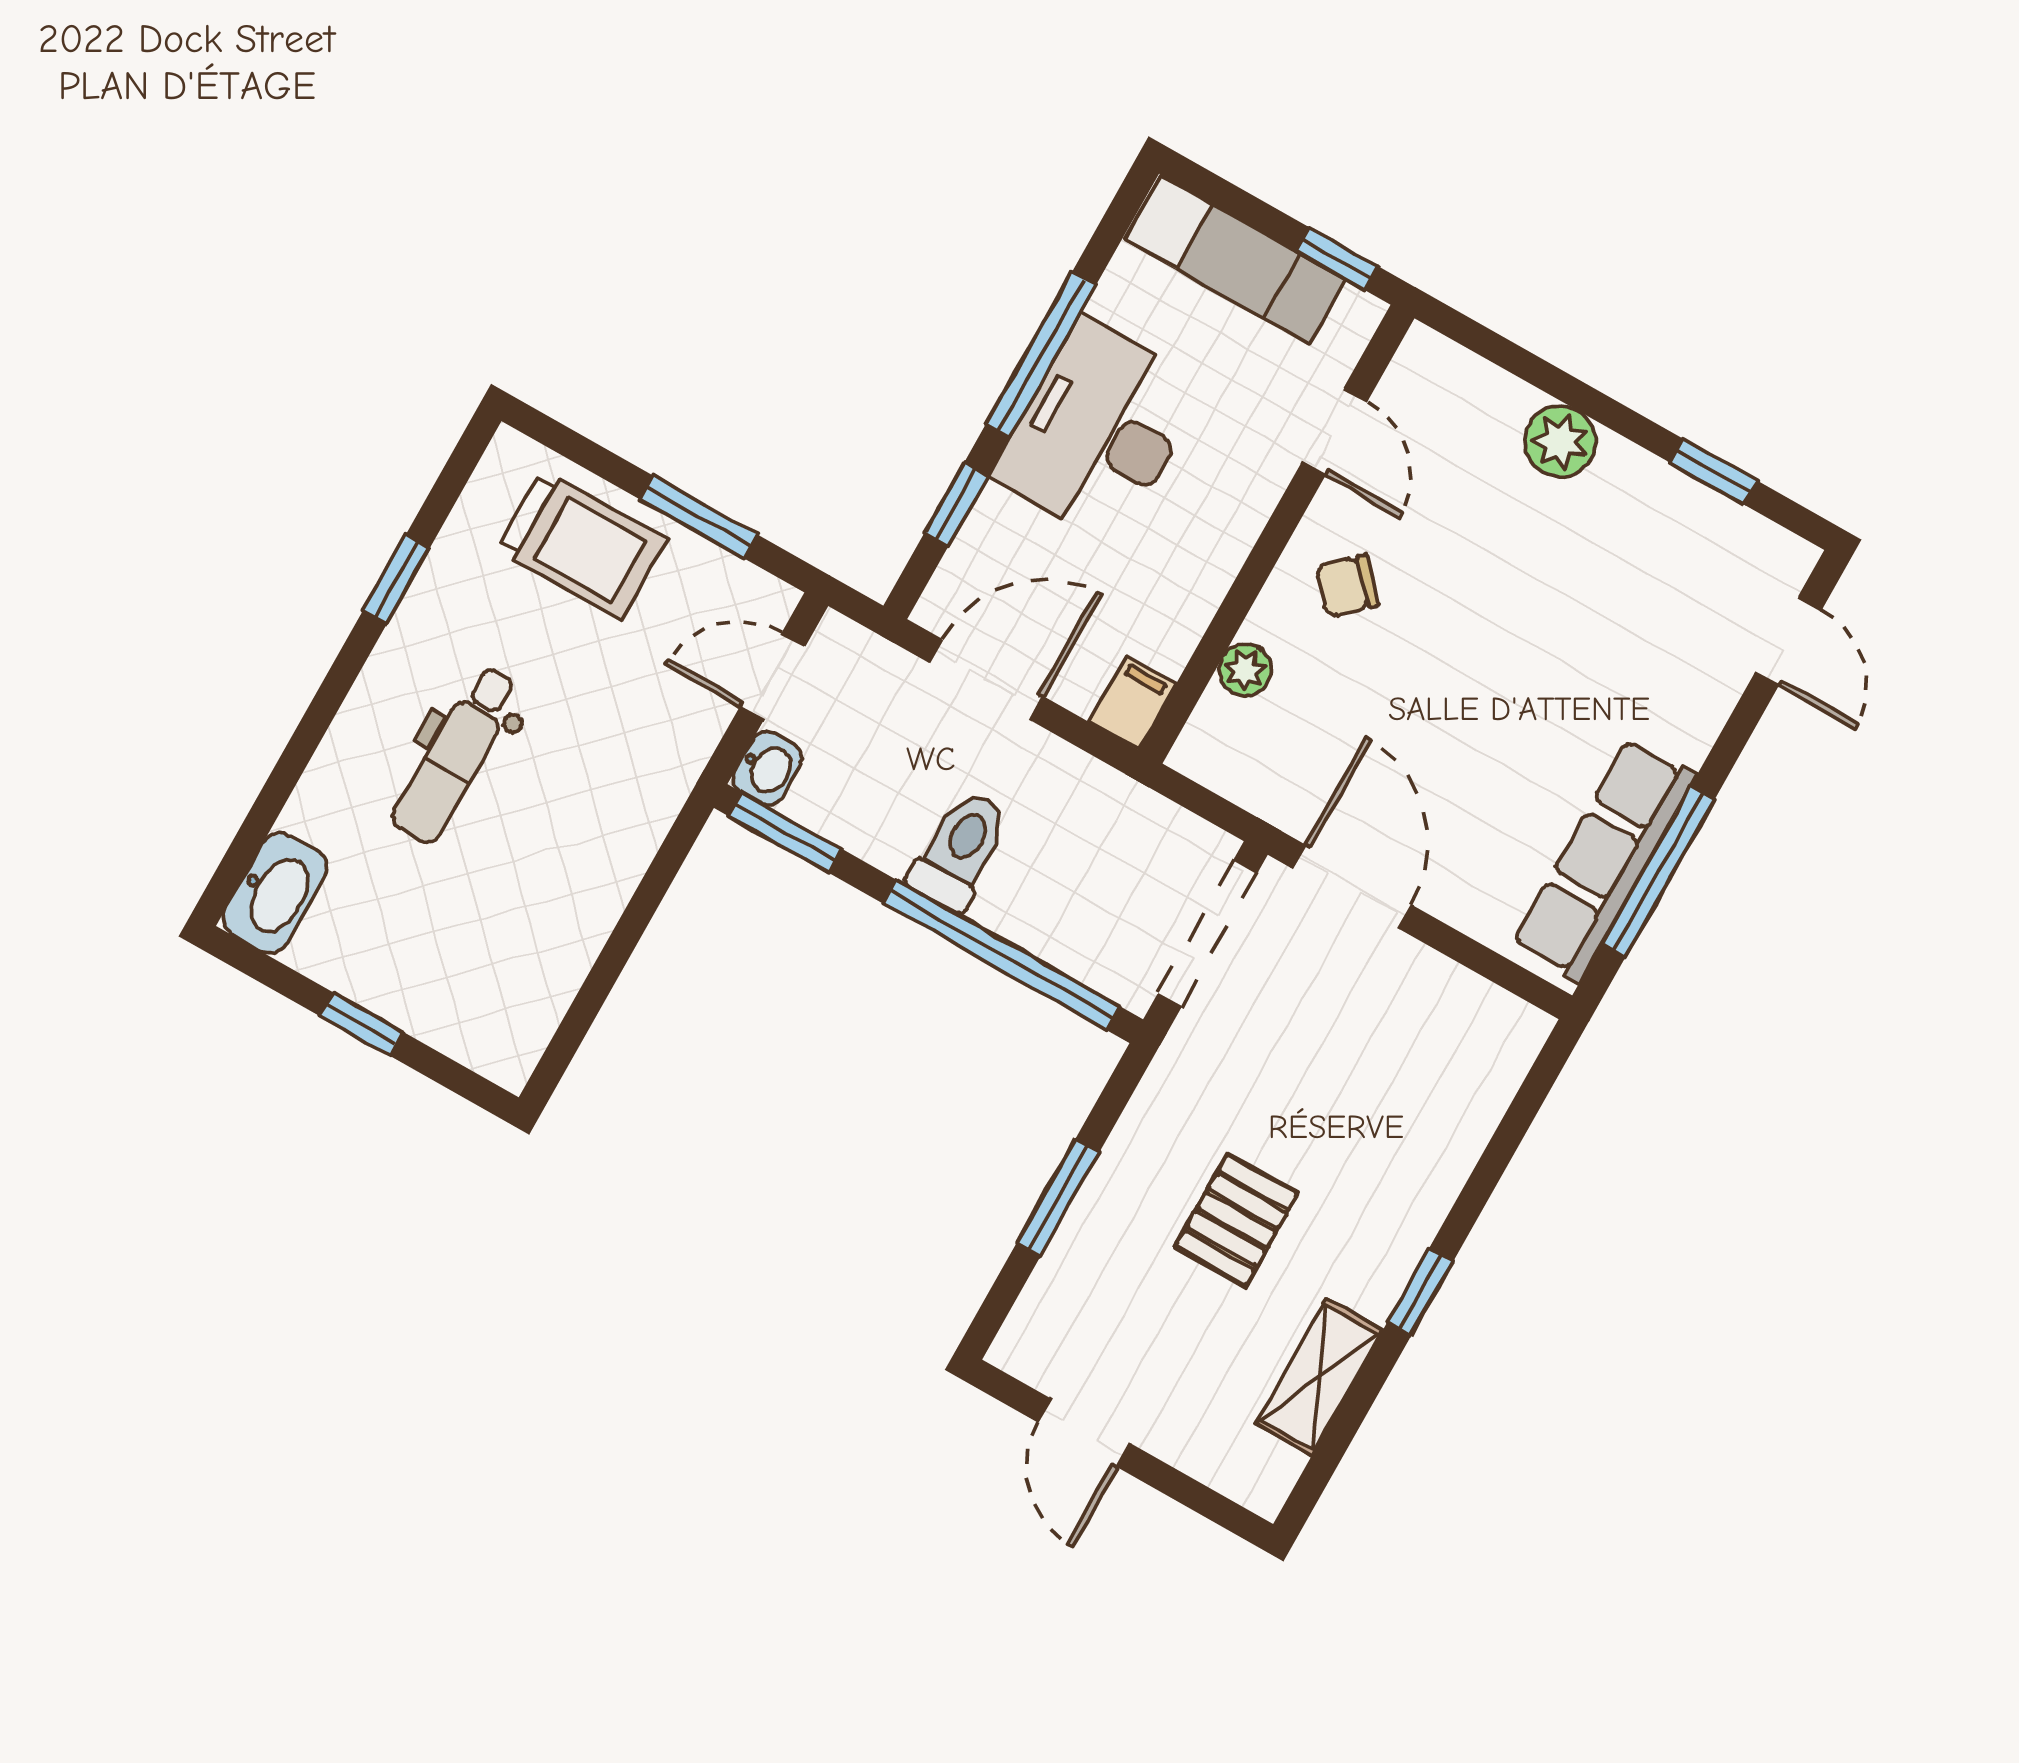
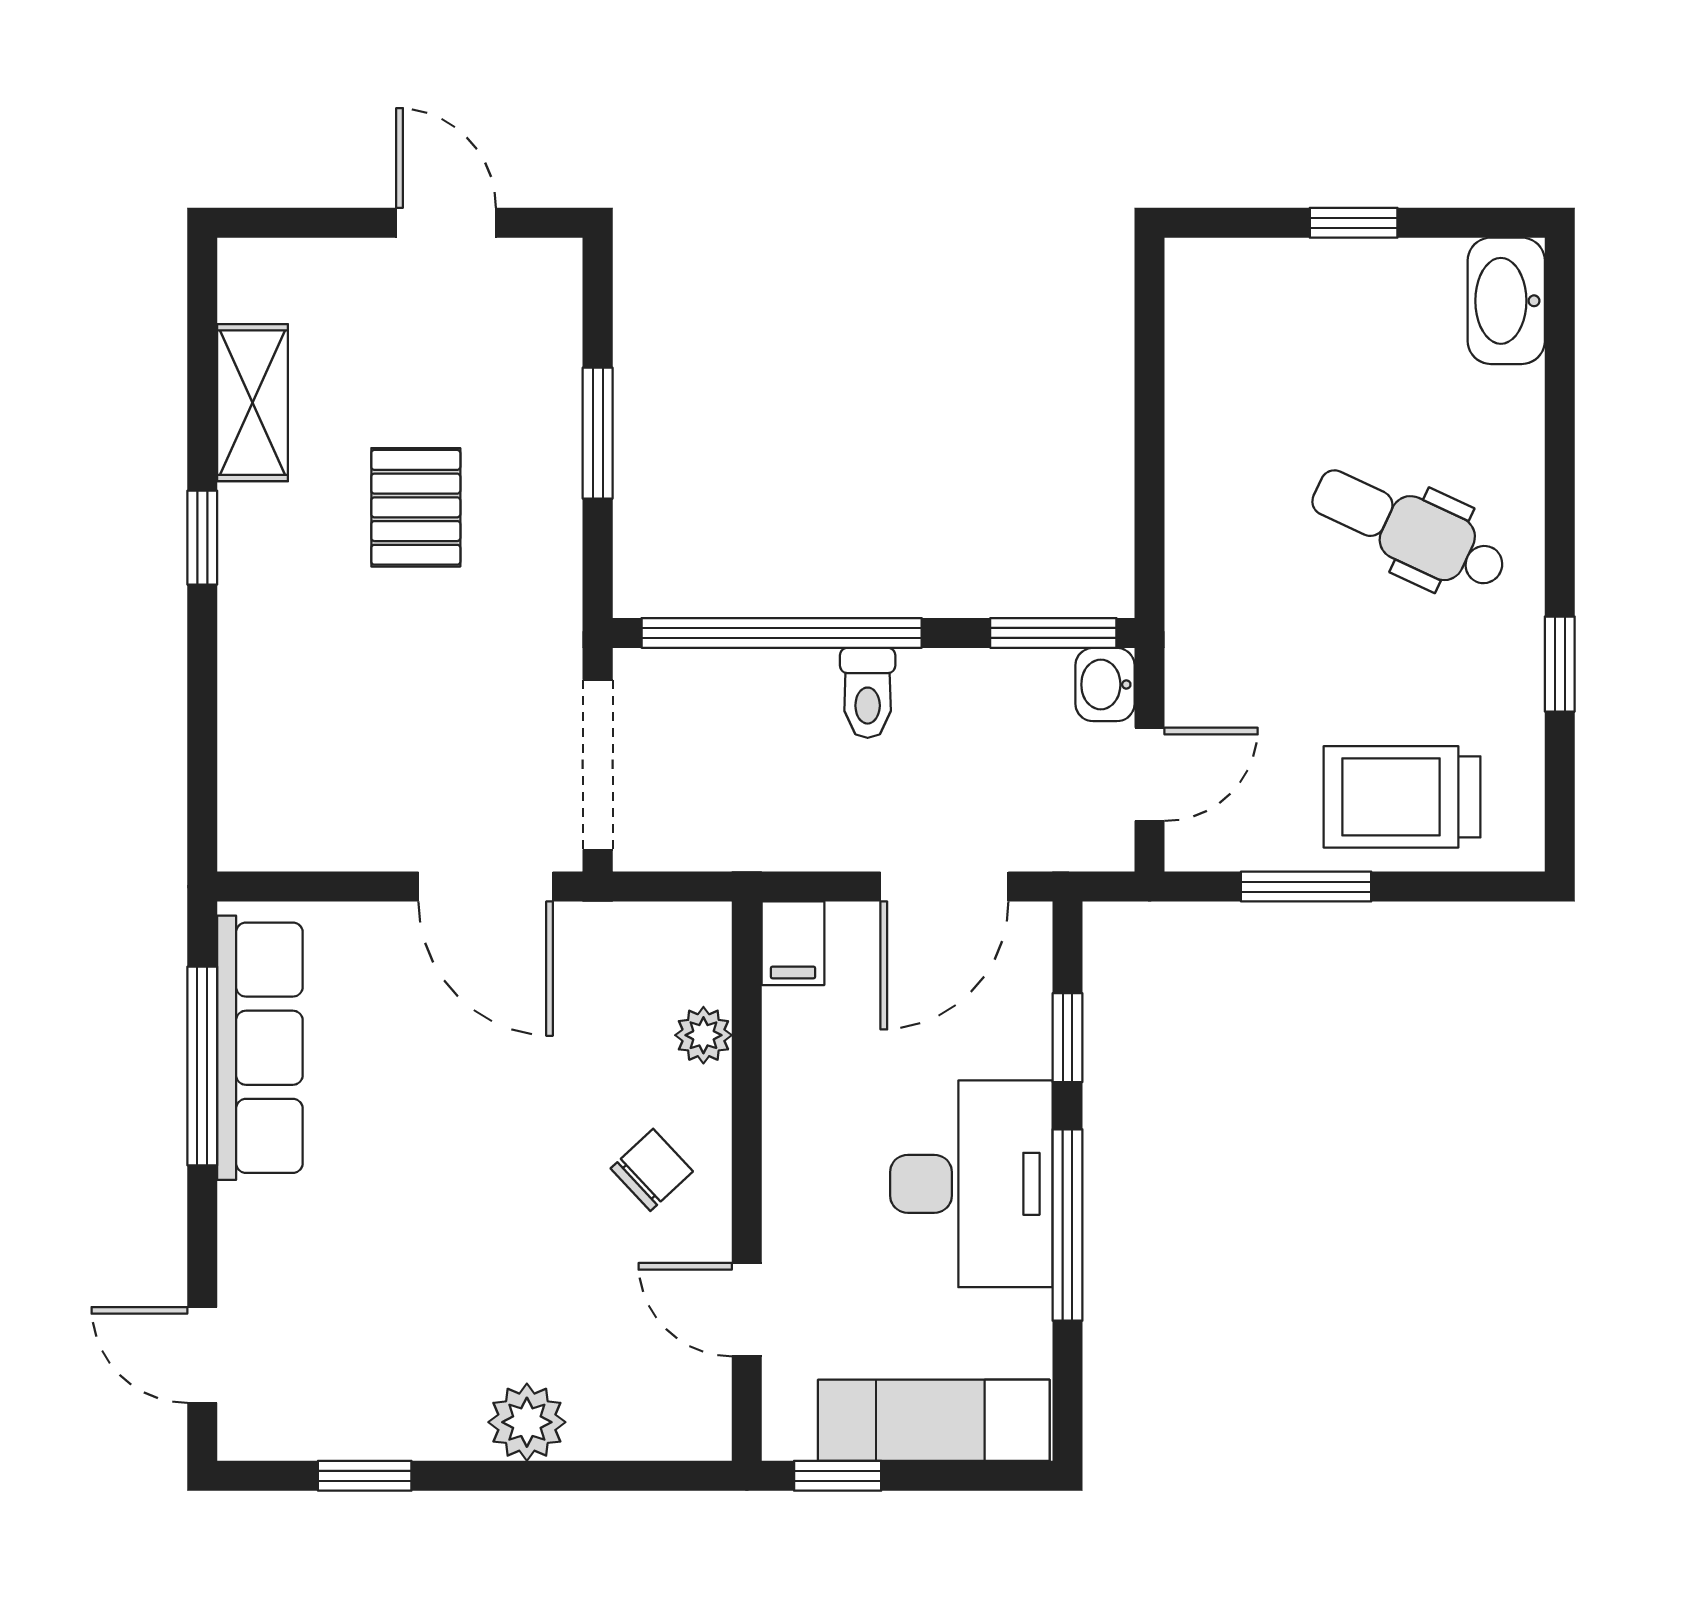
dental chair: (456, 755) -> (1409, 530), turned -65
toilet: (960, 850) -> (868, 693), width x0.73, depth x0.72

